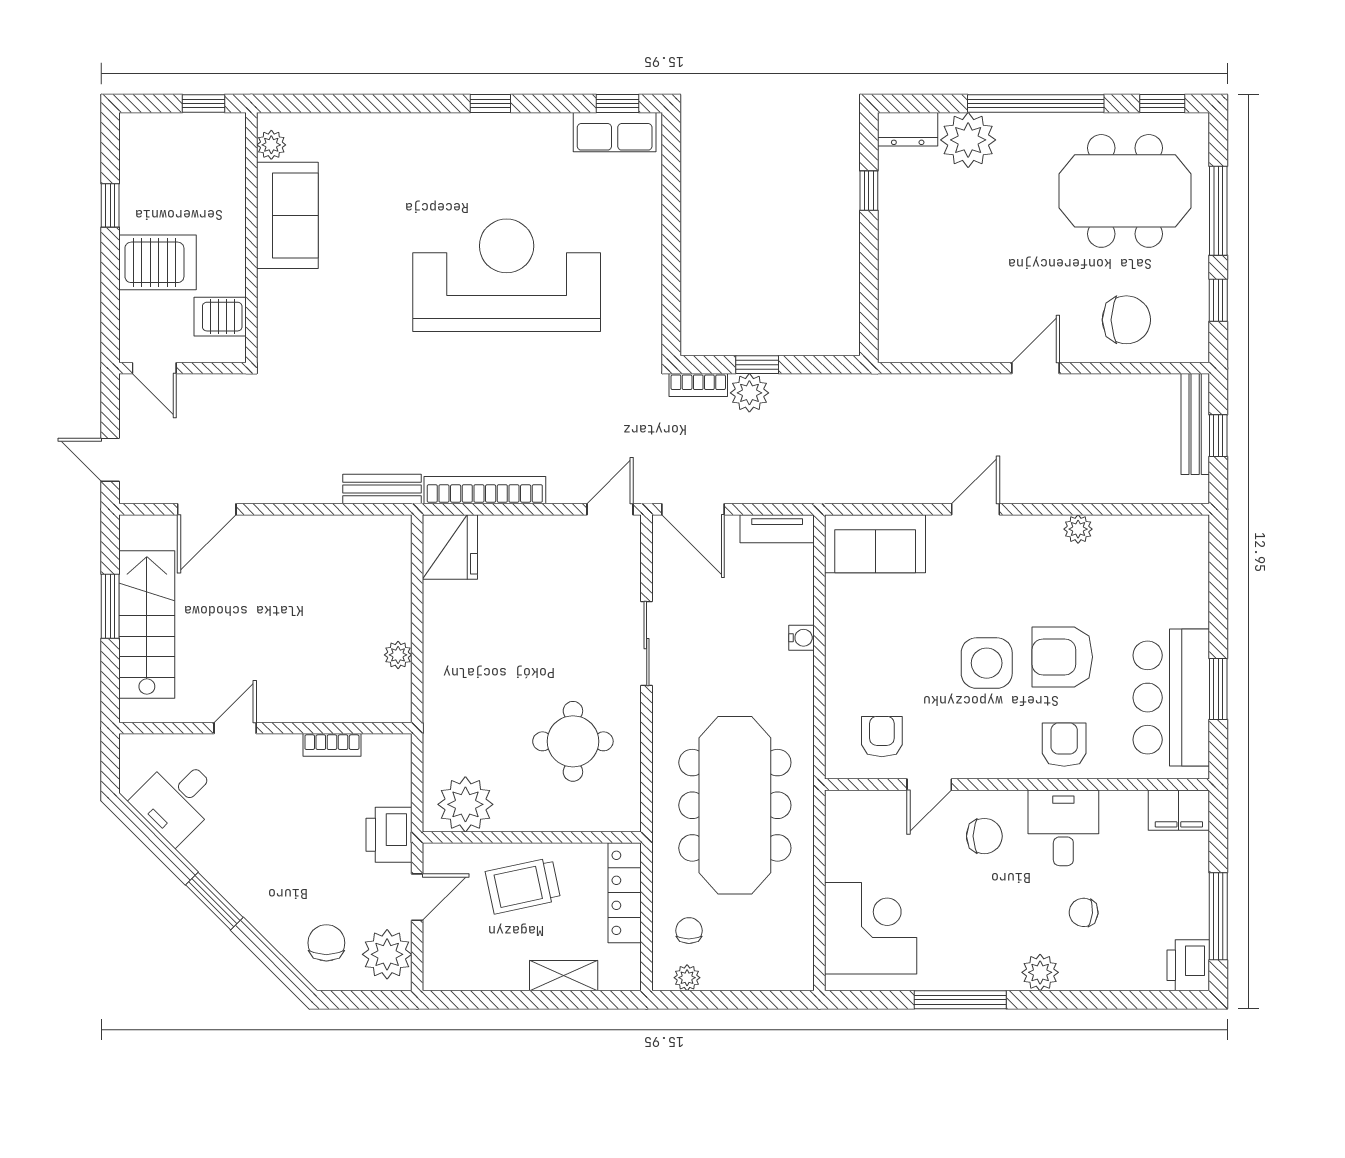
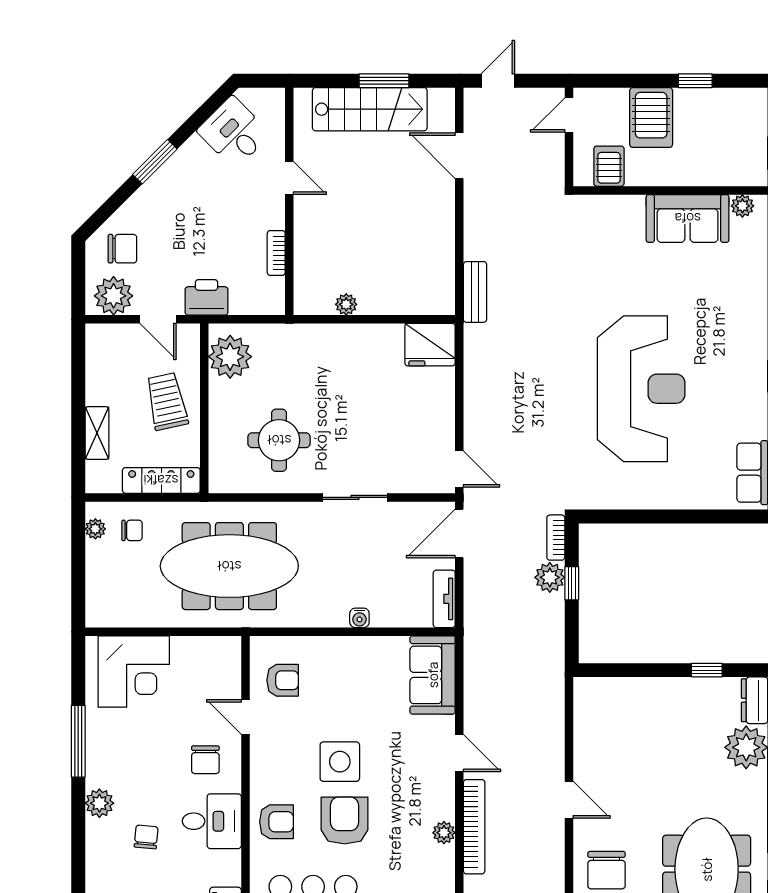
bookcase: (485, 490) -> (474, 827), moved

